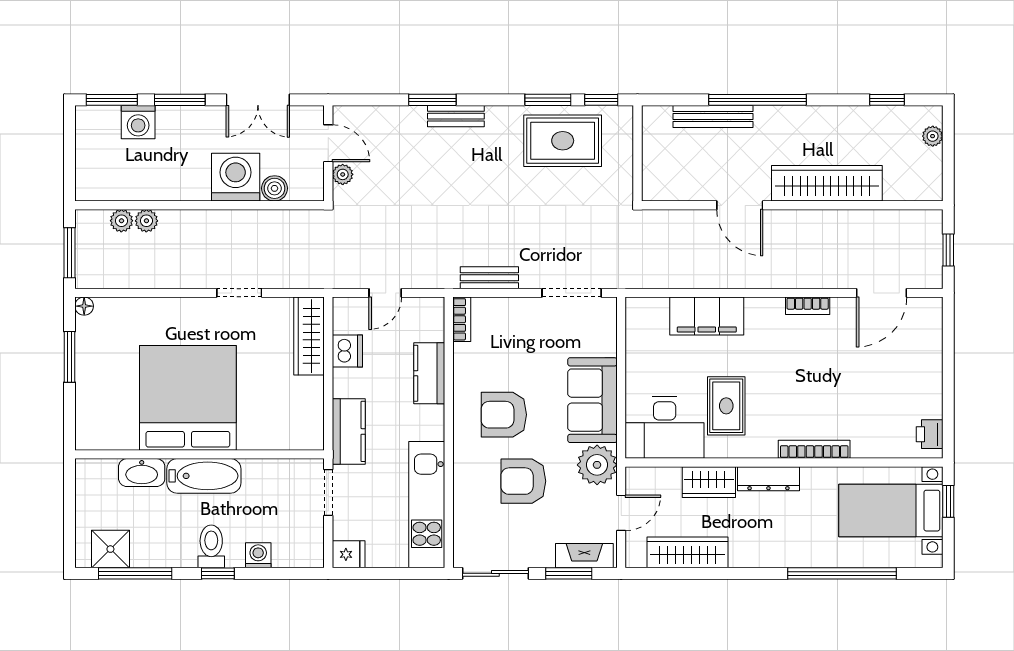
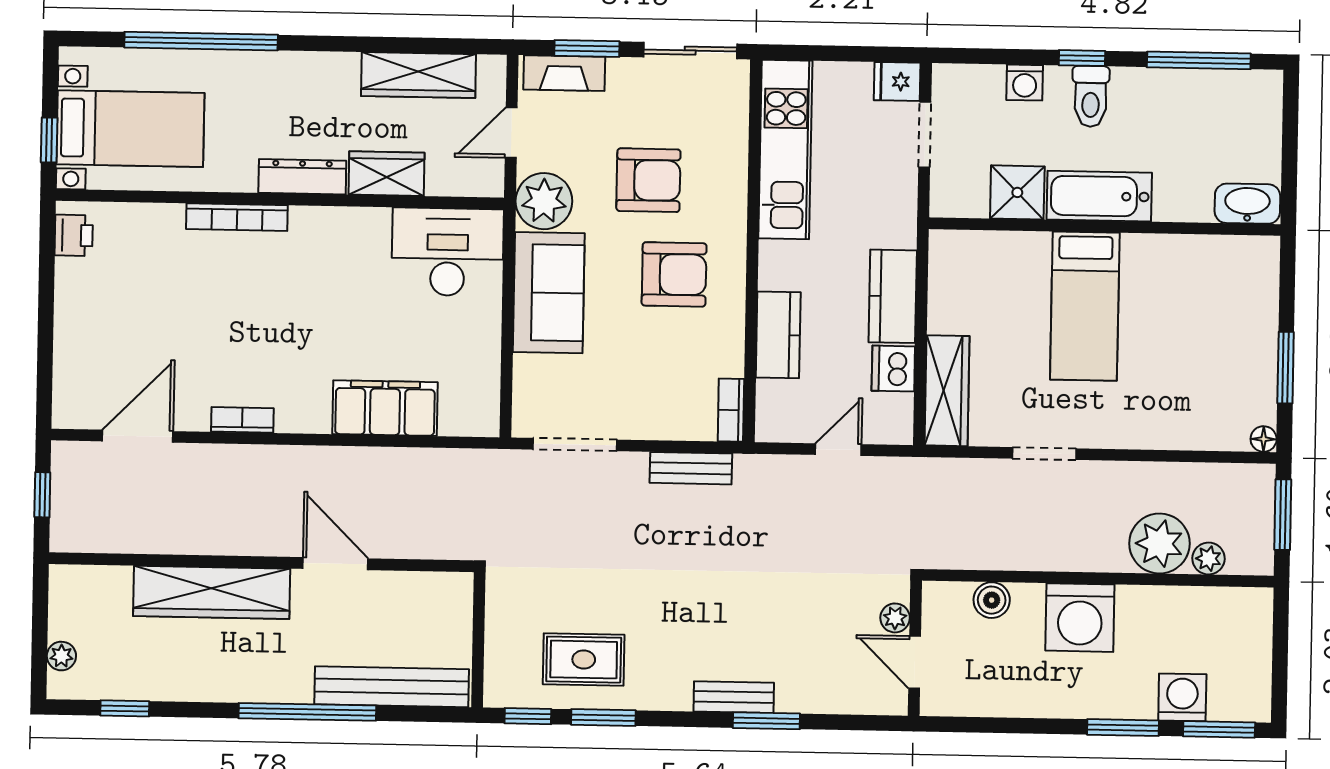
double door: (258, 100) -> (1013, 725), removed
bench: (713, 116) -> (392, 687), width x1.37, depth x1.21
rug: (563, 141) -> (584, 660), width x0.73, depth x0.70
washing machine: (236, 177) -> (1080, 618), moved
plant: (146, 221) -> (1159, 543), width x1.87, depth x1.87
bed: (188, 398) -> (1085, 306), width x0.49
rug: (726, 406) -> (360, 281), removed
kitchen counter: (349, 431) -> (893, 296), moved
washbasin: (142, 473) -> (1247, 204), moved
doorway: (328, 493) -> (925, 134), moved
shower: (110, 549) -> (1017, 192), moved

